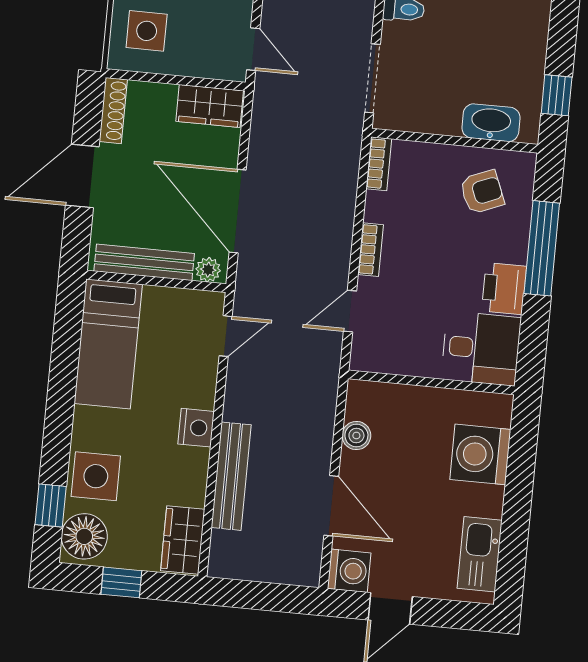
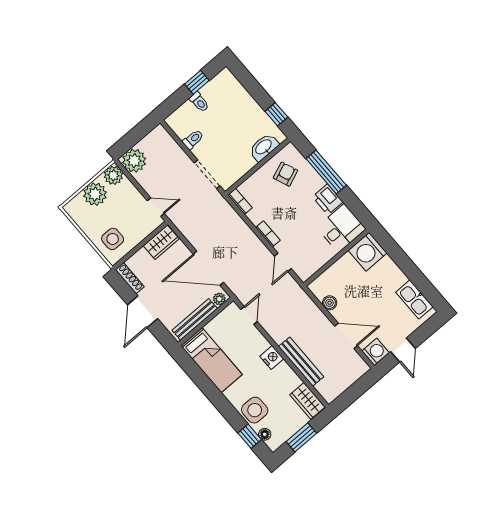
washing machine: (480, 454) -> (368, 252), moved
floor lamp: (84, 536) -> (265, 434), width x0.53, depth x0.53
window: (121, 582) -> (301, 437), width x1.50

